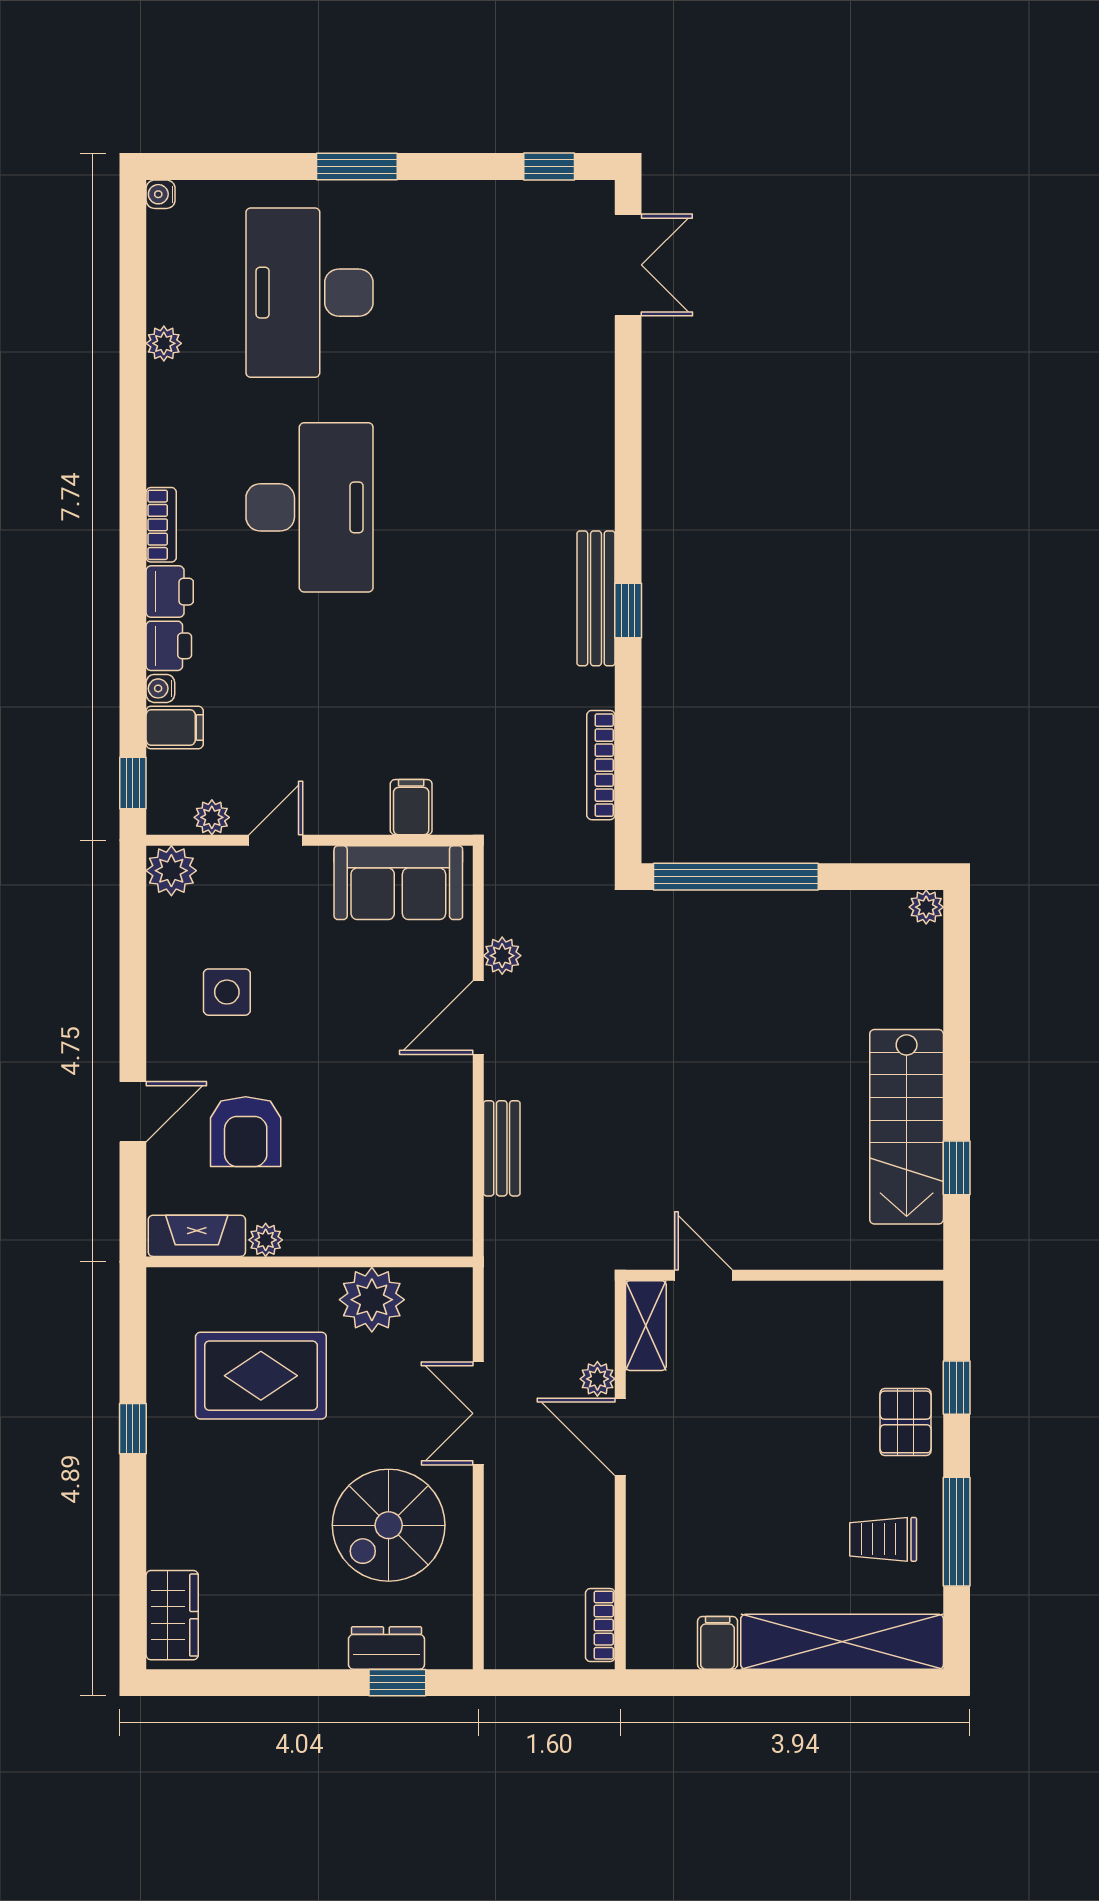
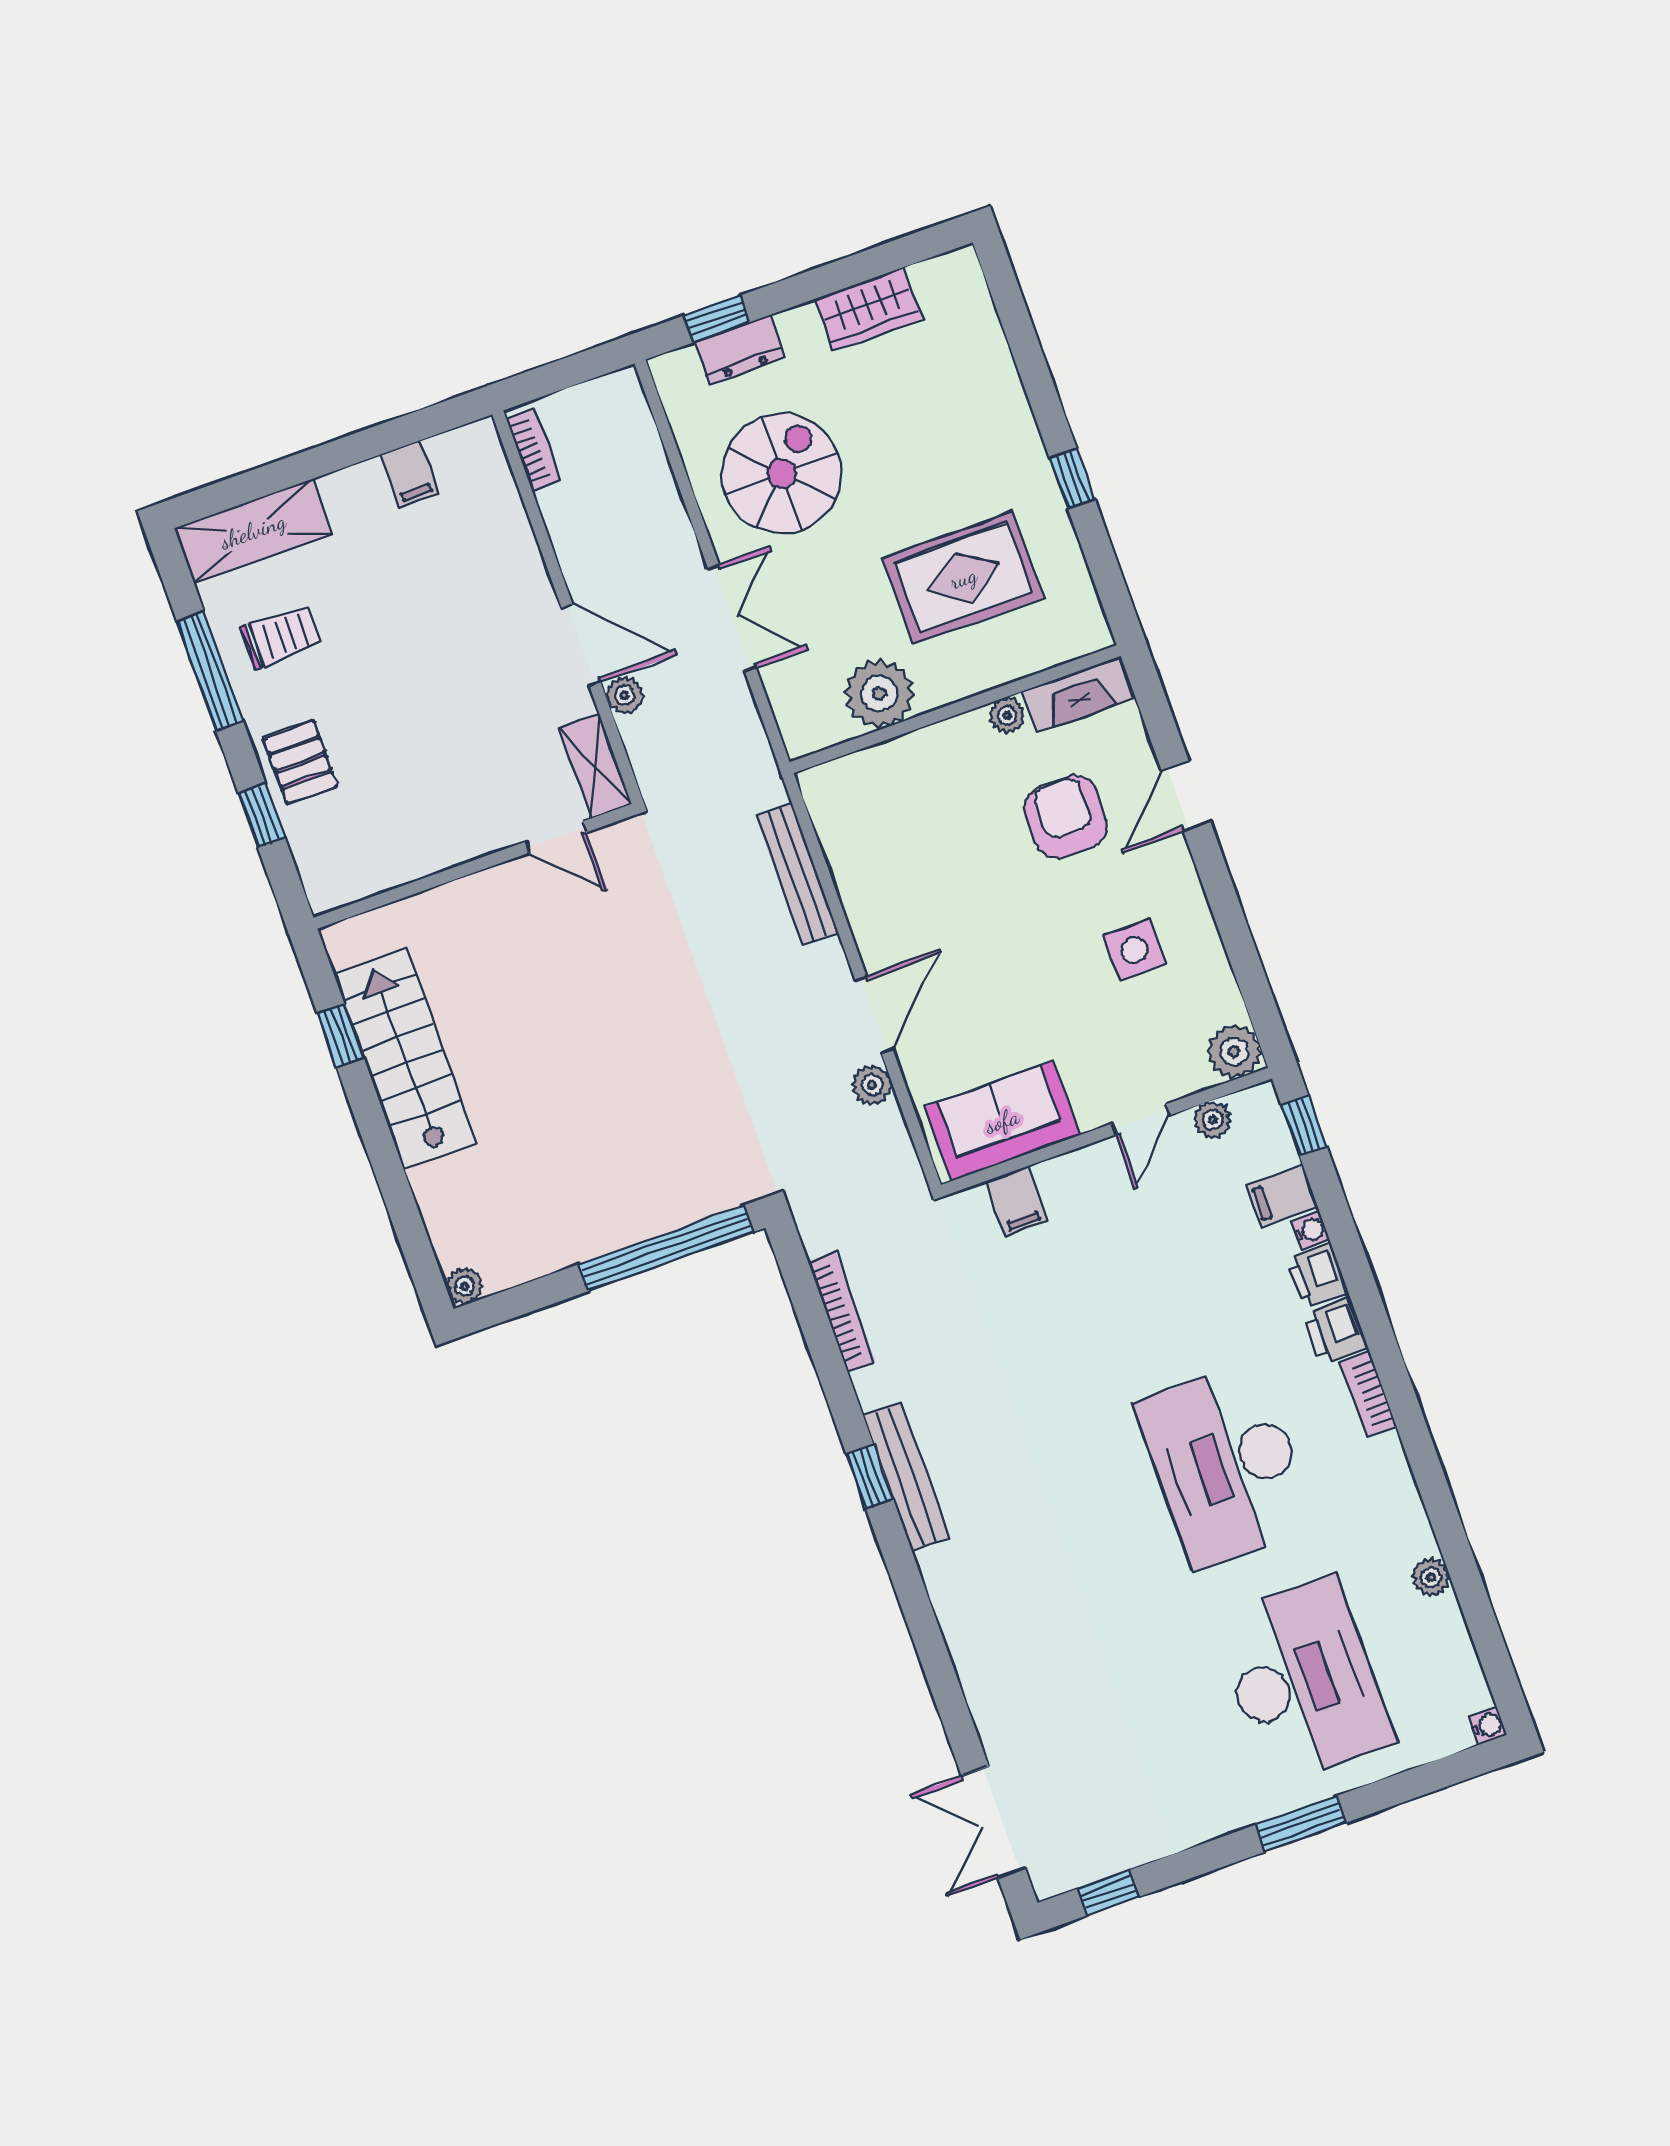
bench: (502, 1148) -> (797, 875), width x1.36
wardrobe: (172, 1615) -> (868, 309), moved, turned -90
shelving: (842, 1642) -> (253, 531), width x0.68

